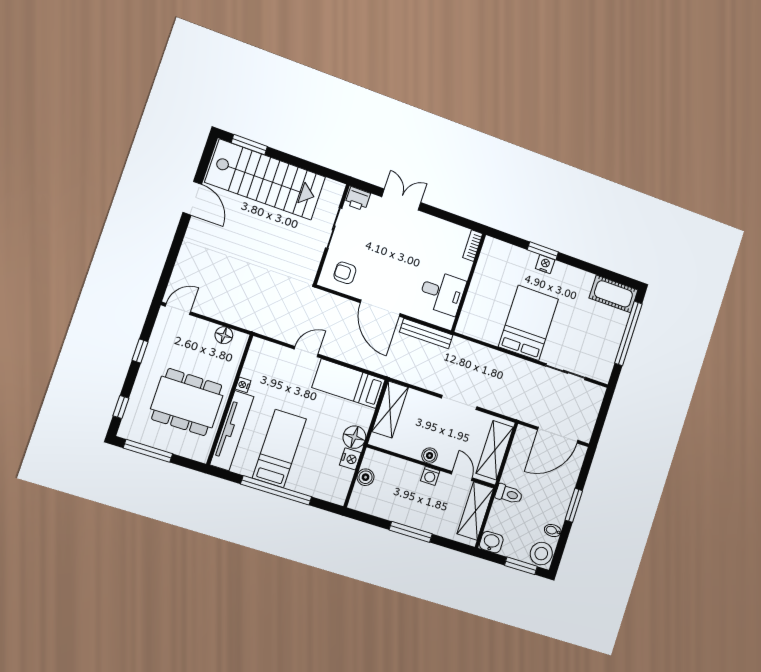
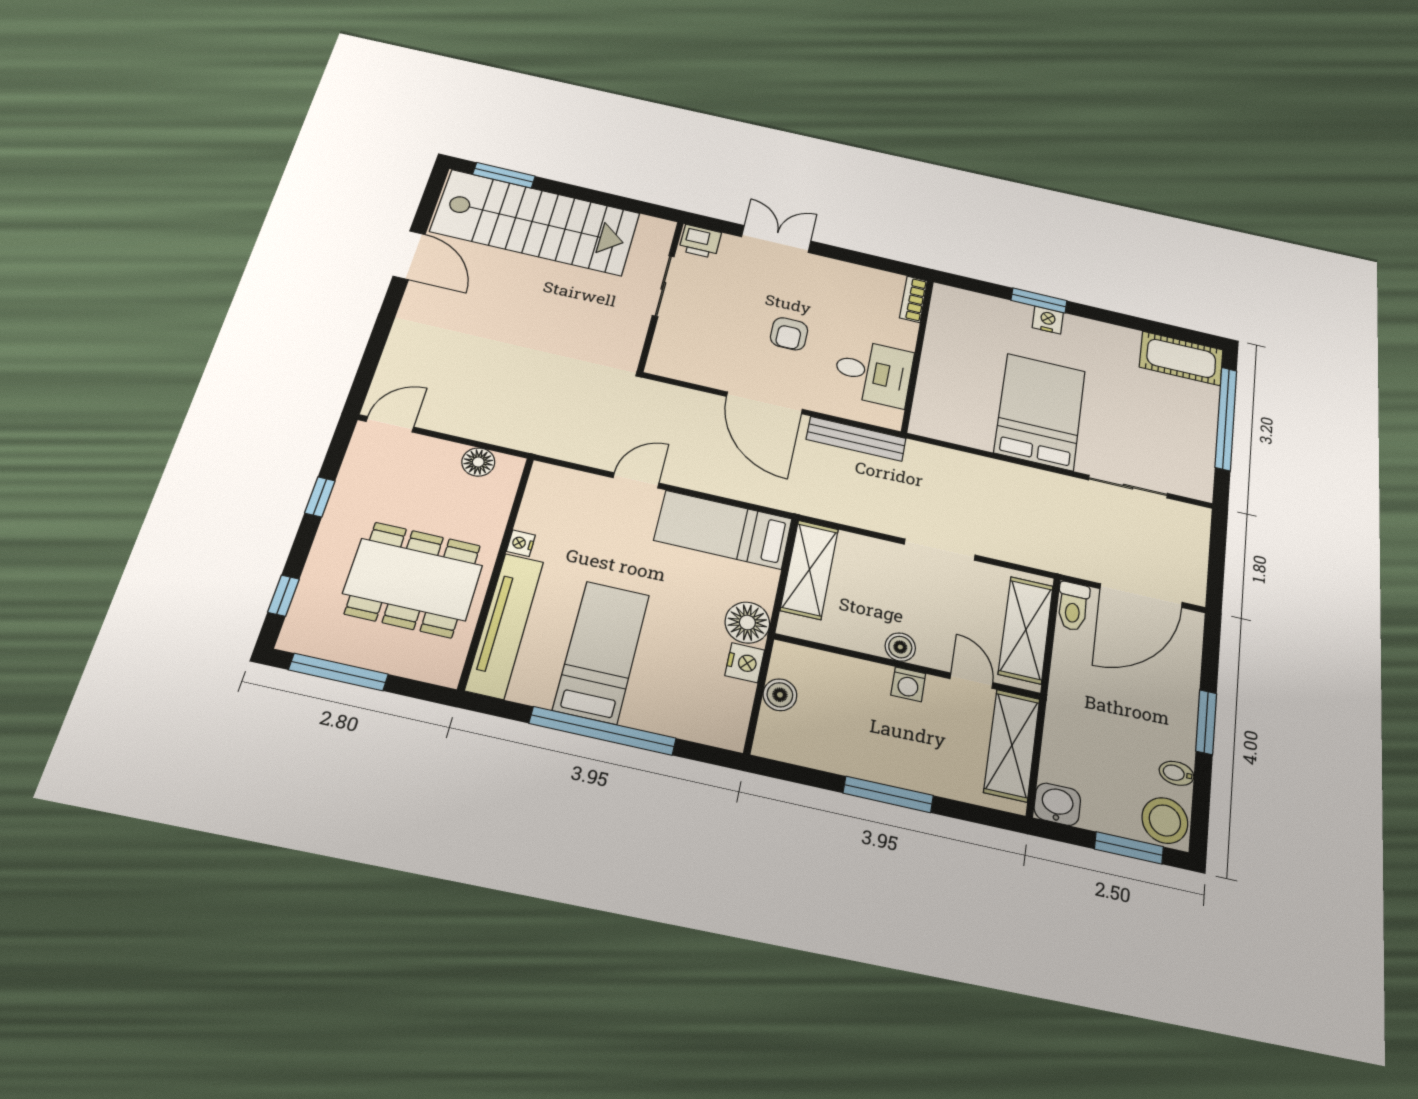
armchair: (345, 273) -> (789, 334), moved, turned -90
toilet: (509, 494) -> (1073, 606), moved, turned 90

